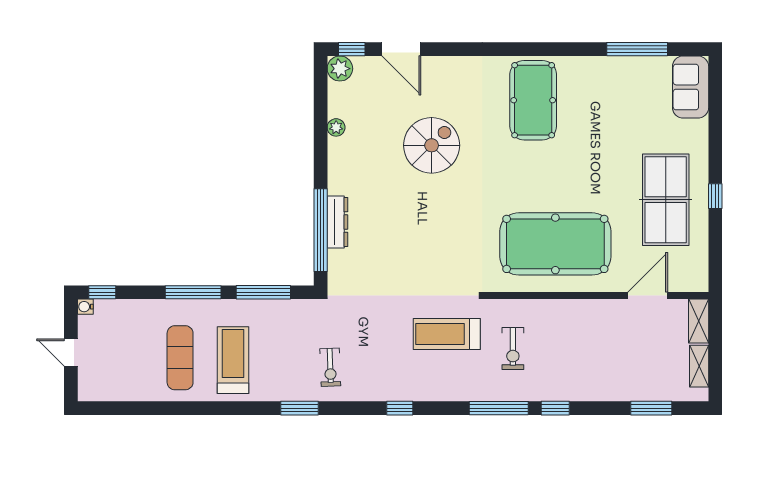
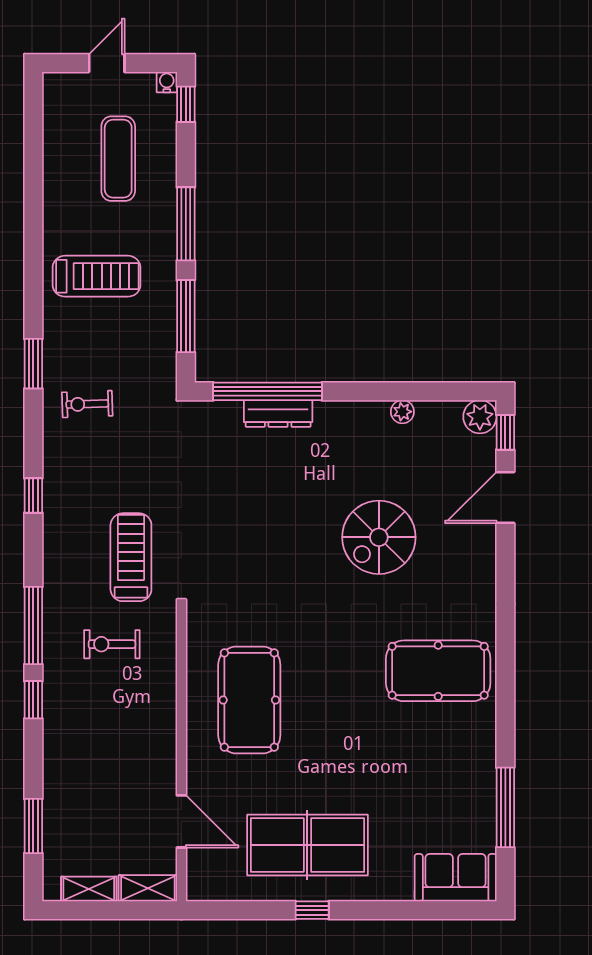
spiral stairs: (432, 145) -> (379, 537), turned 90
pool table: (555, 244) -> (249, 700), width x0.73, depth x0.76
exercise mat: (180, 358) -> (118, 159), moved, turned 90

